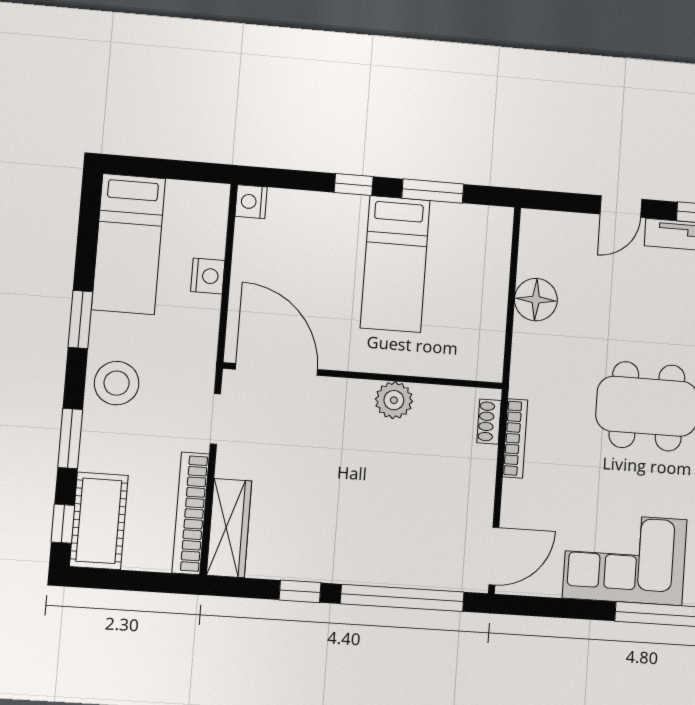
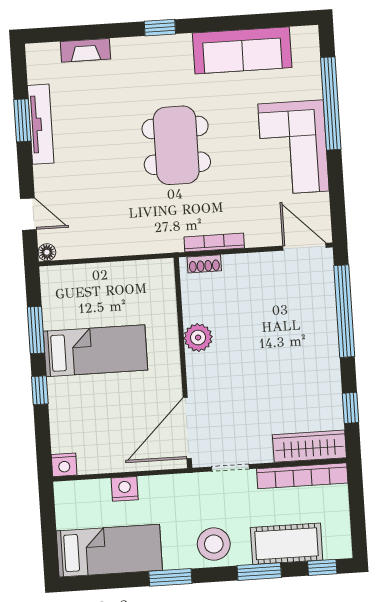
door: (621, 207) -> (28, 214), moved
floor lamp: (536, 300) -> (47, 252), moved, width x0.53, depth x0.53
cot: (99, 521) -> (287, 544), moved
window: (300, 591) -> (350, 408), moved

